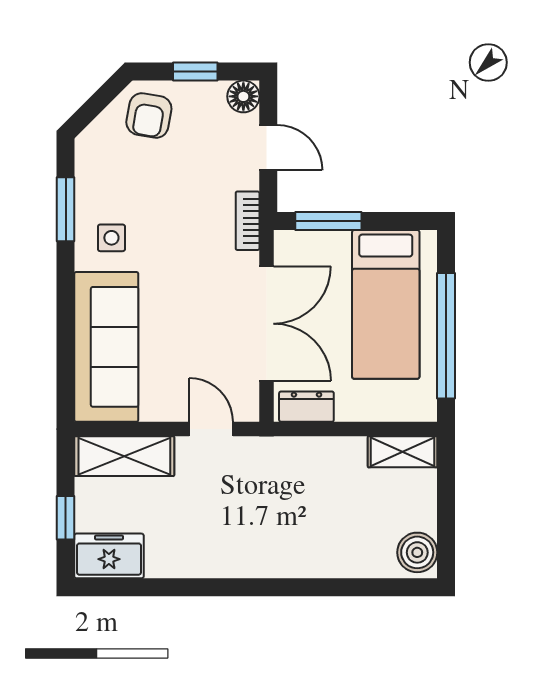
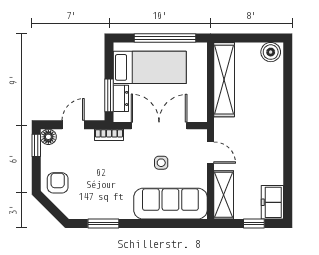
window: (195, 72) -> (36, 145), moved
armchair: (149, 115) -> (58, 183), turned -100
side table: (111, 238) -> (161, 163), moved
dresser: (306, 407) -> (121, 98), moved, turned 180
door: (211, 429) -> (211, 153), swing flipped
shelving: (402, 452) -> (224, 80), width x2.20, depth x1.33

